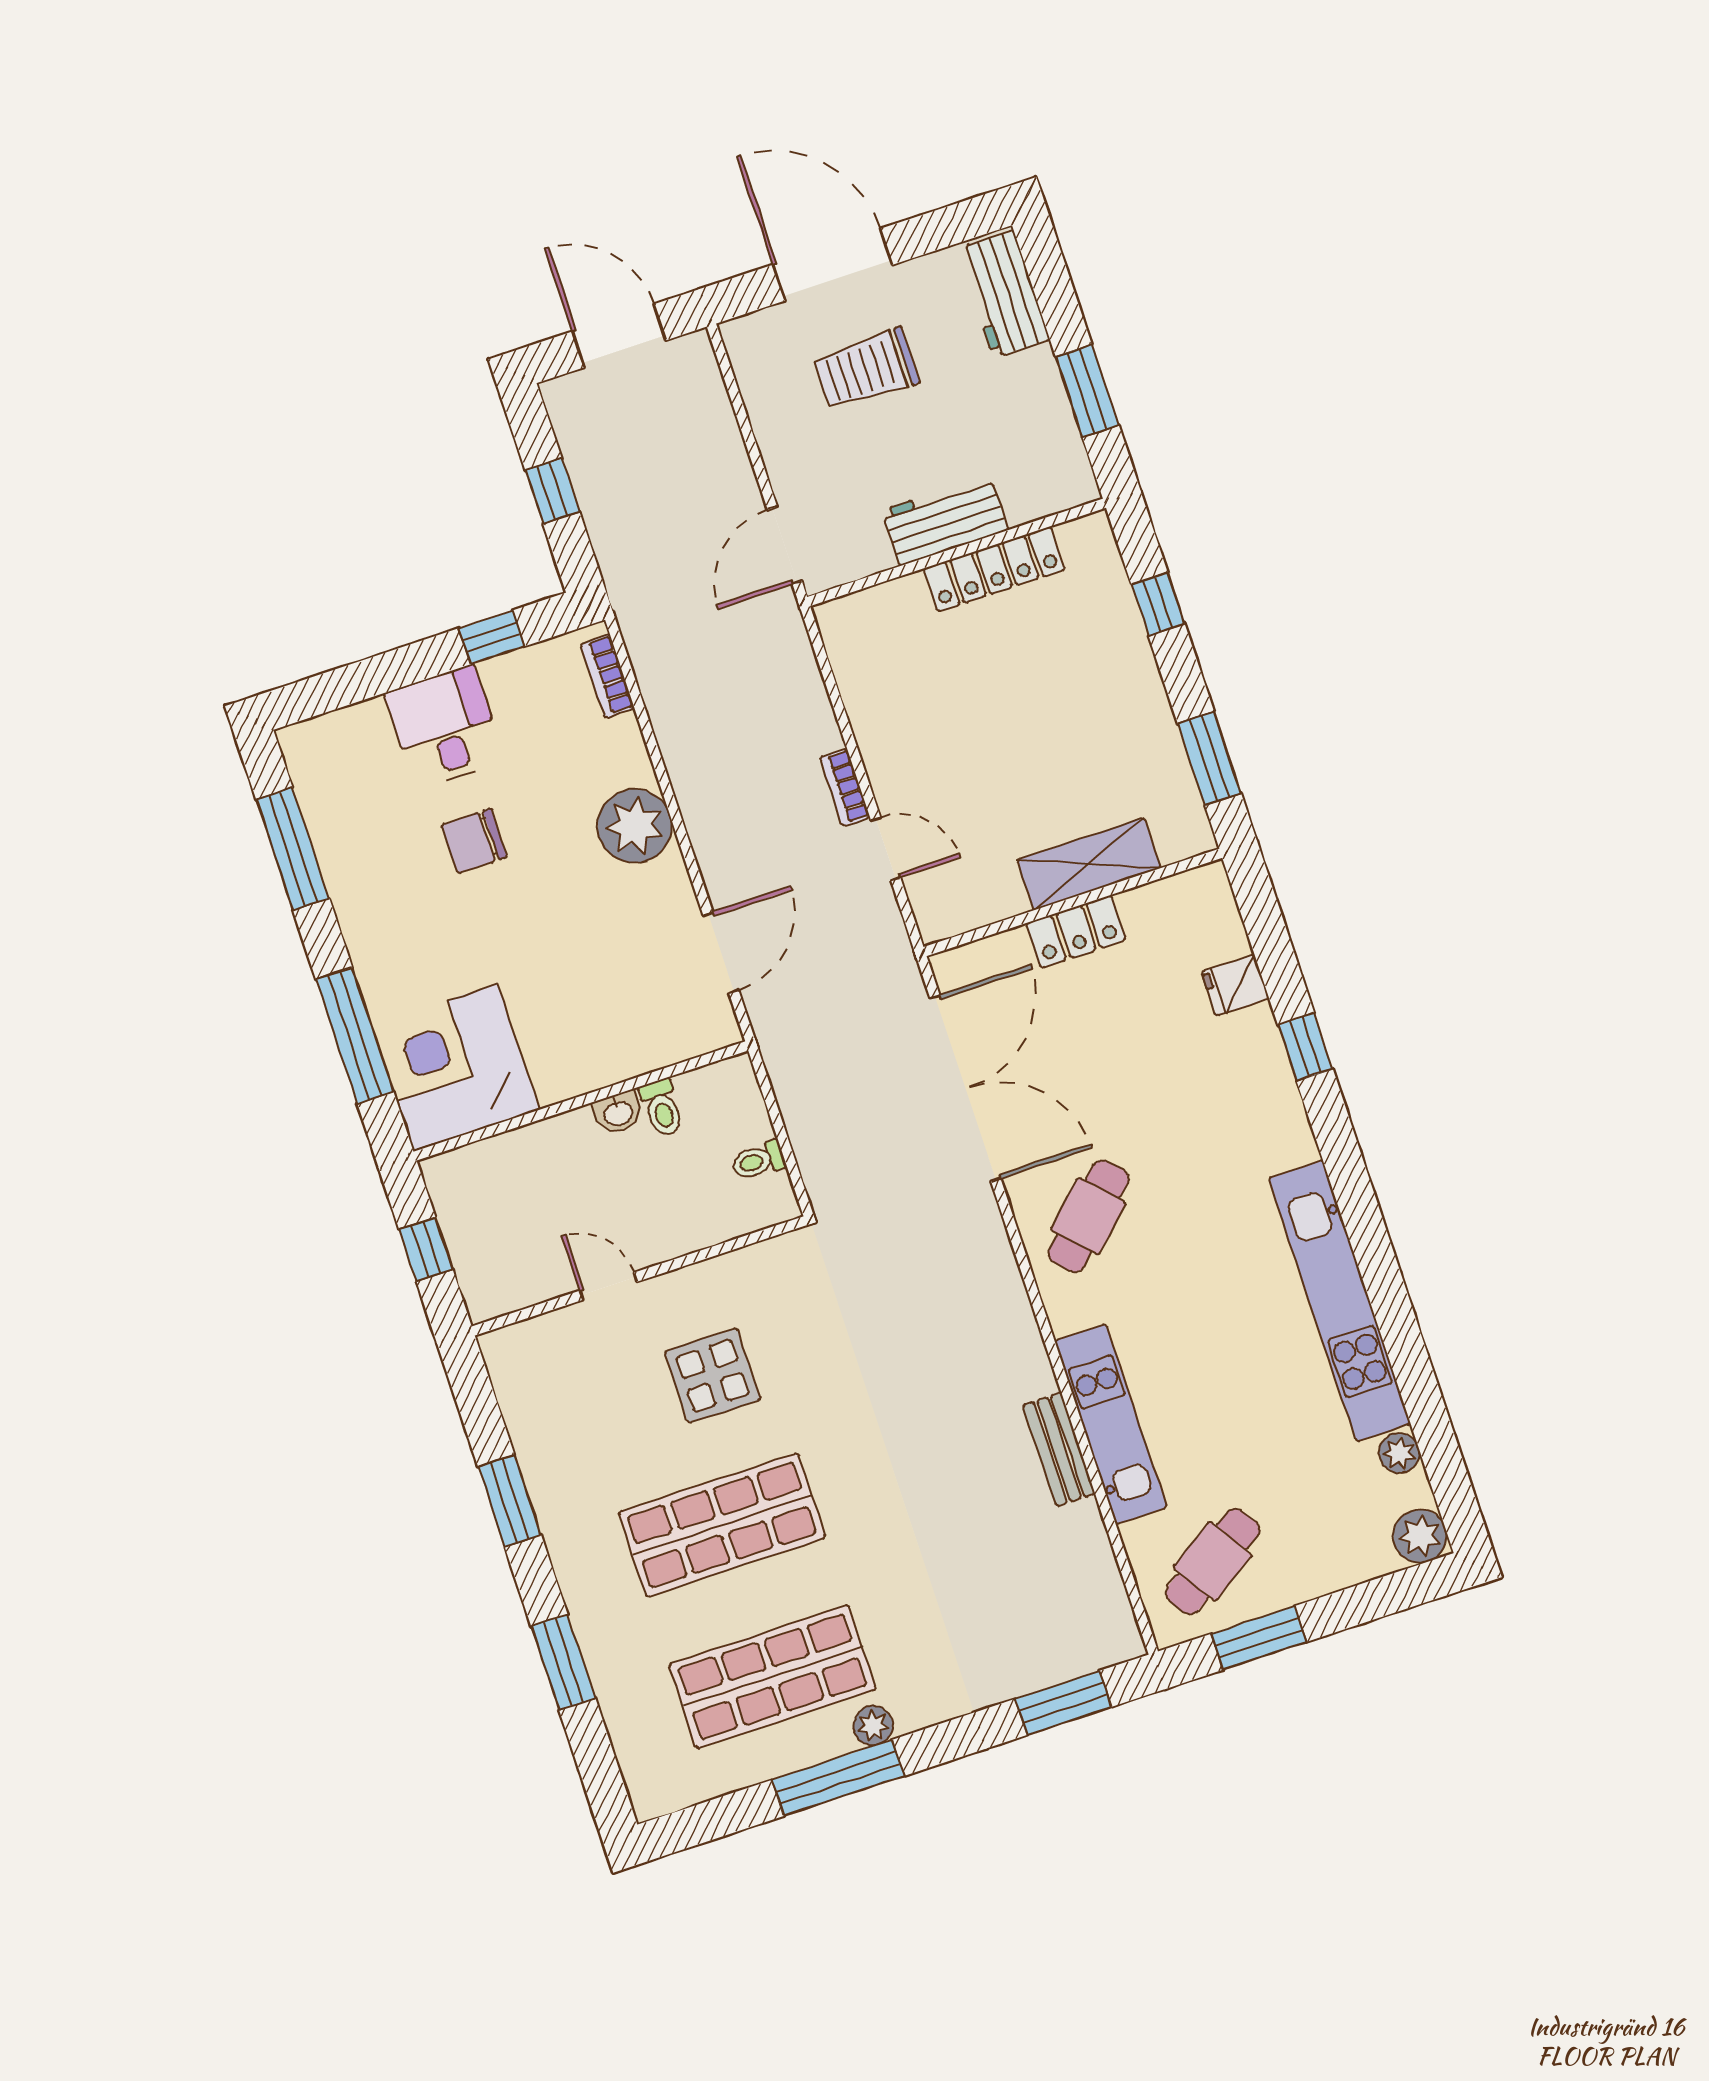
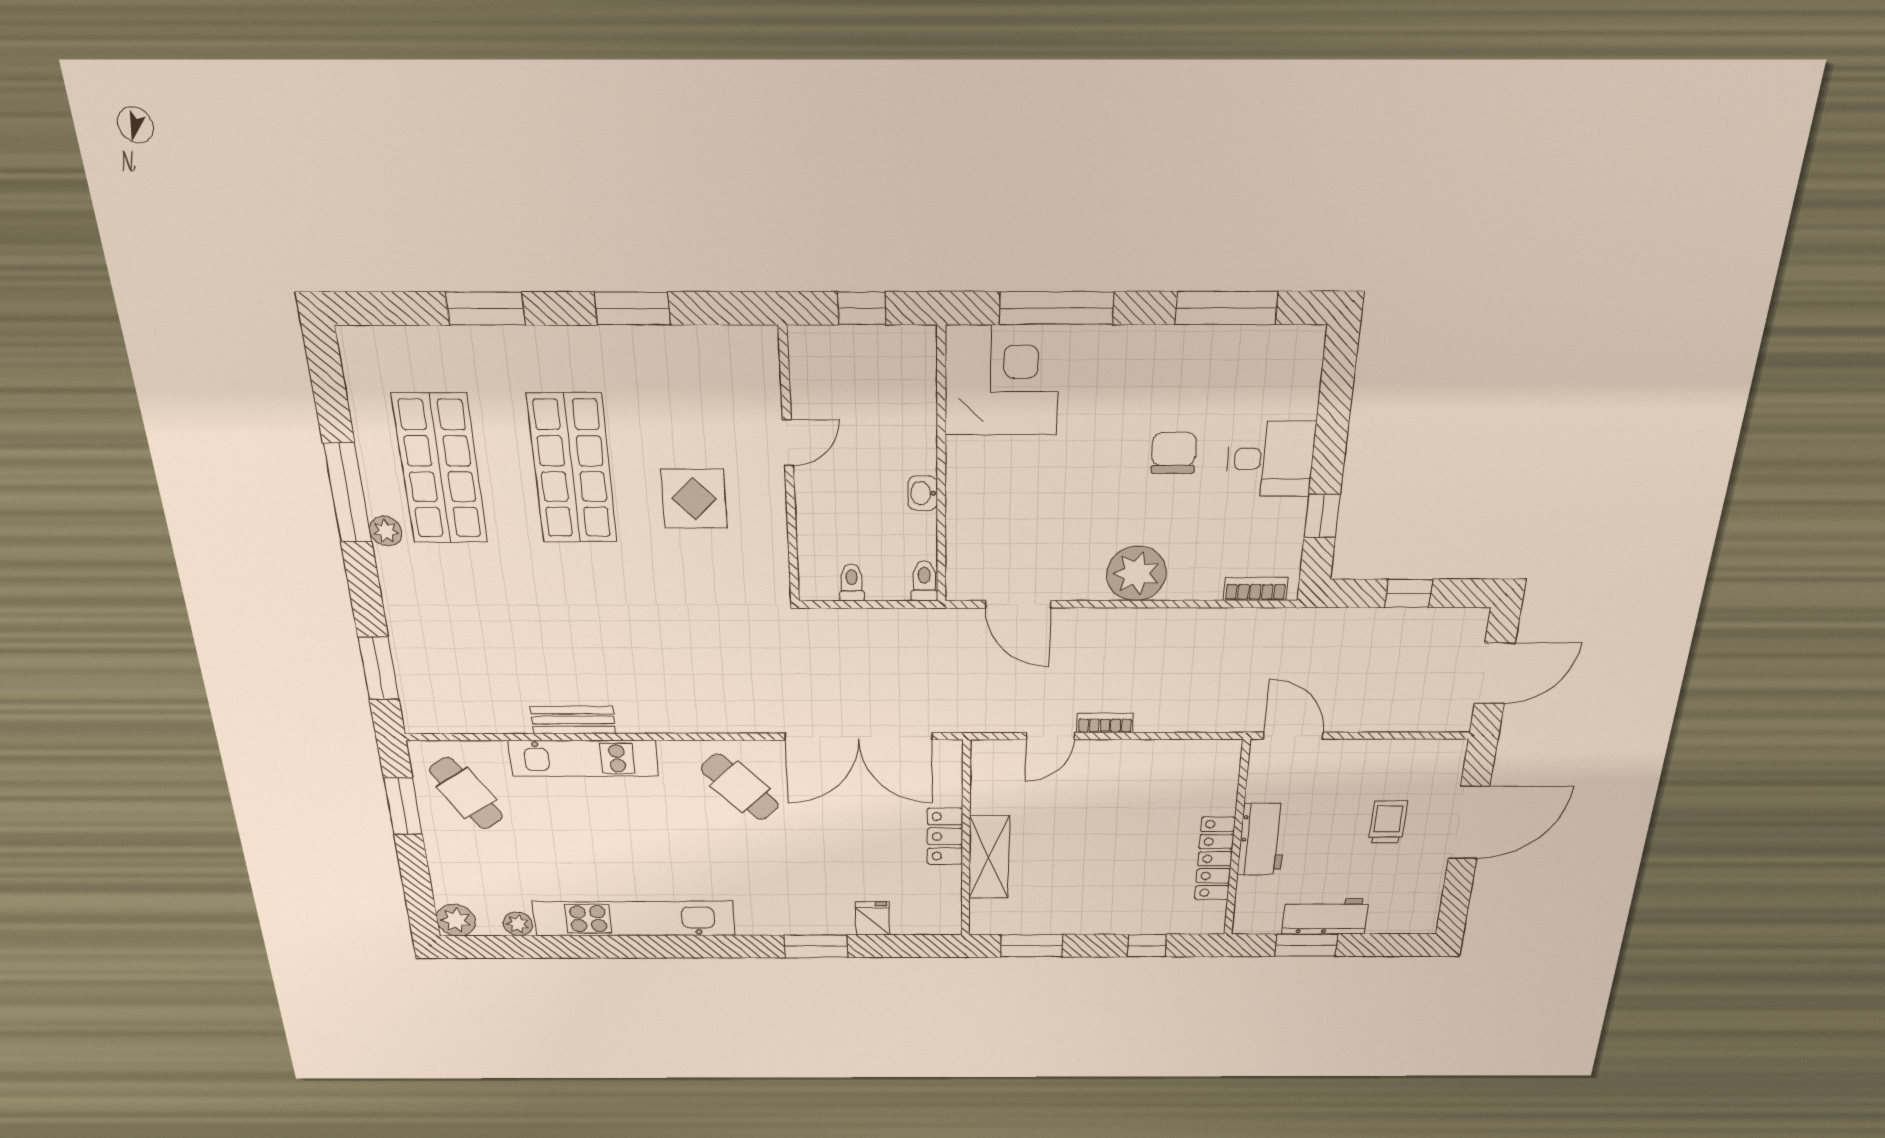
workbench: (1003, 294) -> (1325, 916), moved
trolley: (866, 369) -> (1388, 822), width x0.73, depth x0.72
window: (1305, 1047) -> (816, 946), width x1.50
toilet: (662, 1108) -> (924, 581), moved, turned 90

